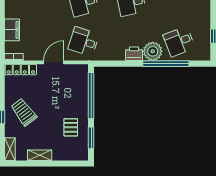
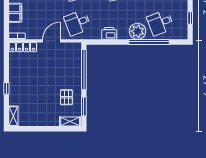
desk: (84, 42) -> (78, 23), turned -39
printer: (134, 54) -> (109, 33), moved
trolley: (24, 112) -> (25, 84), removed
shelving: (40, 155) -> (70, 122), moved

